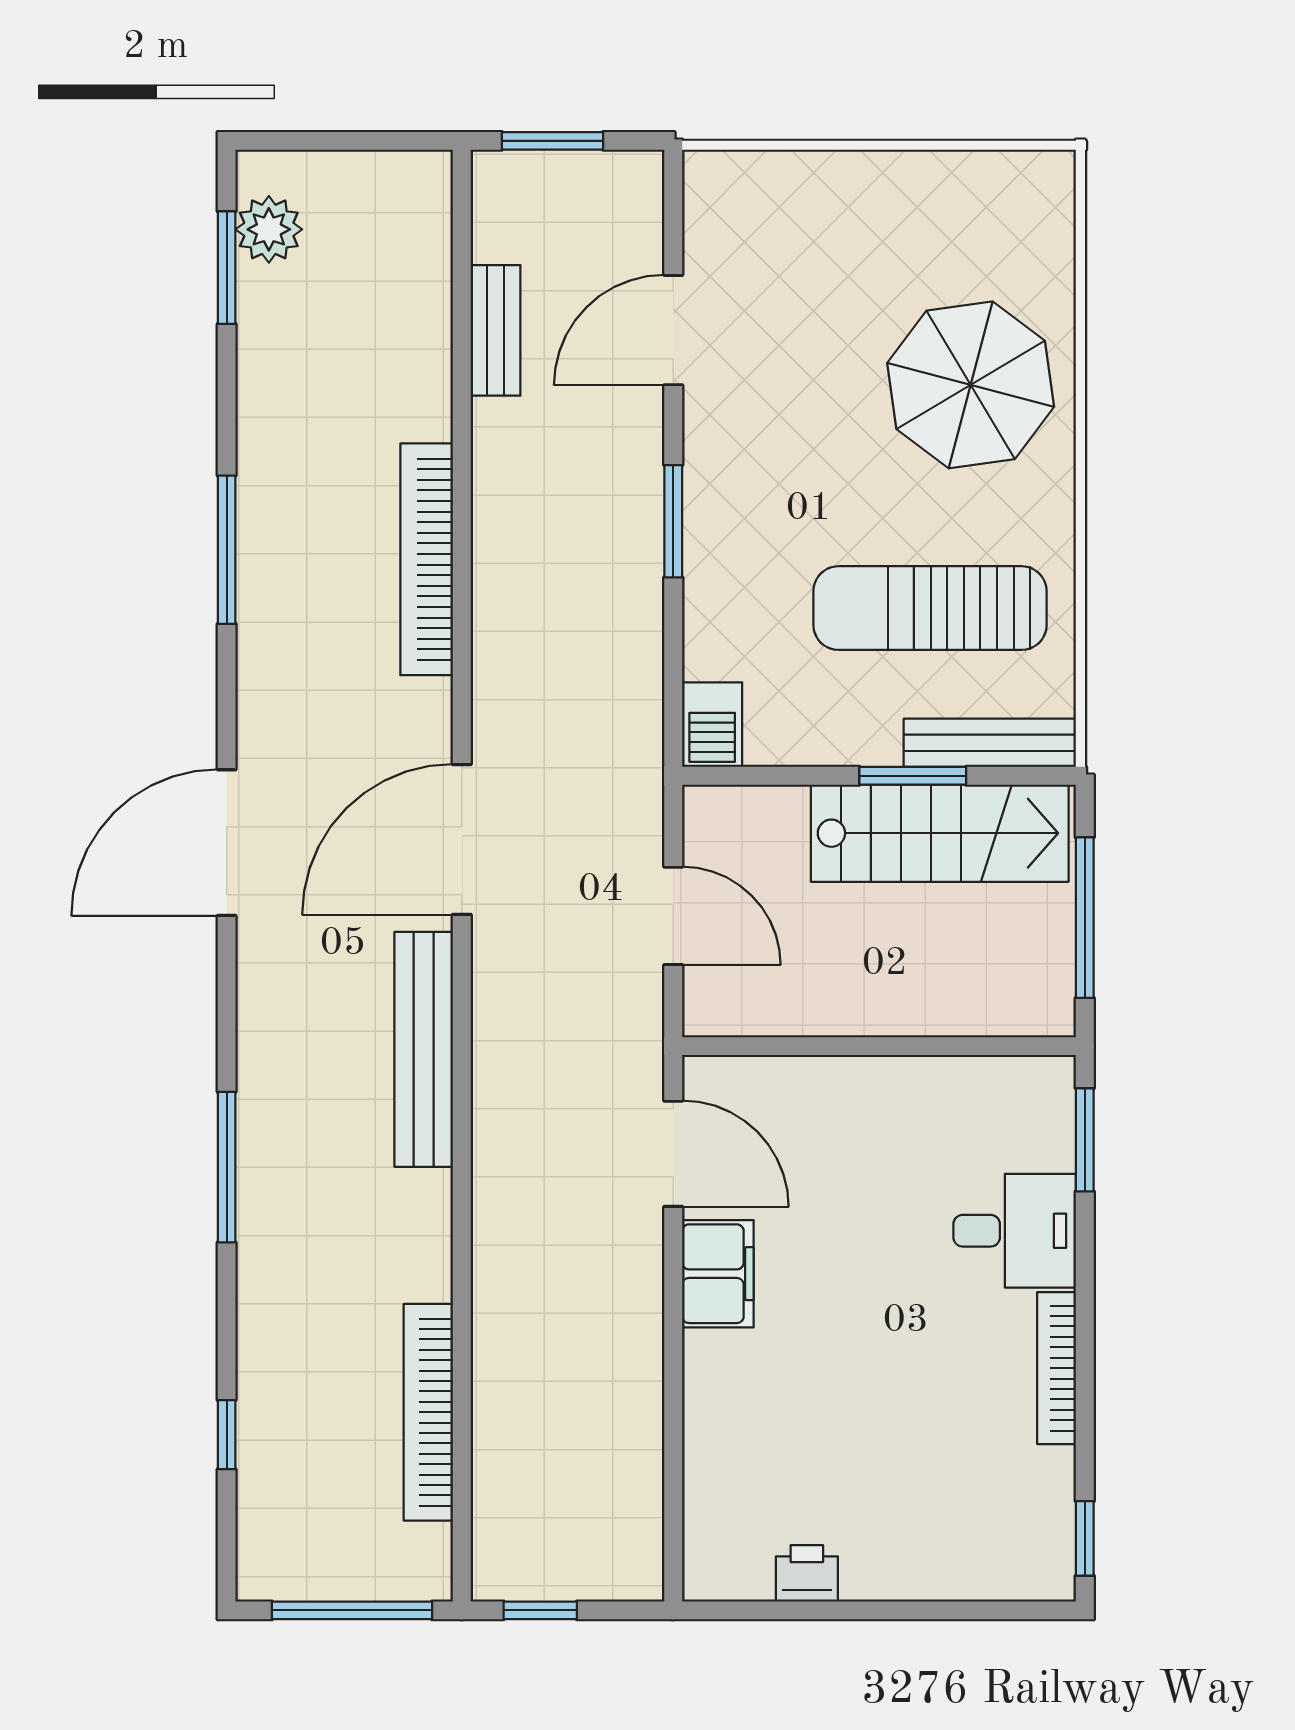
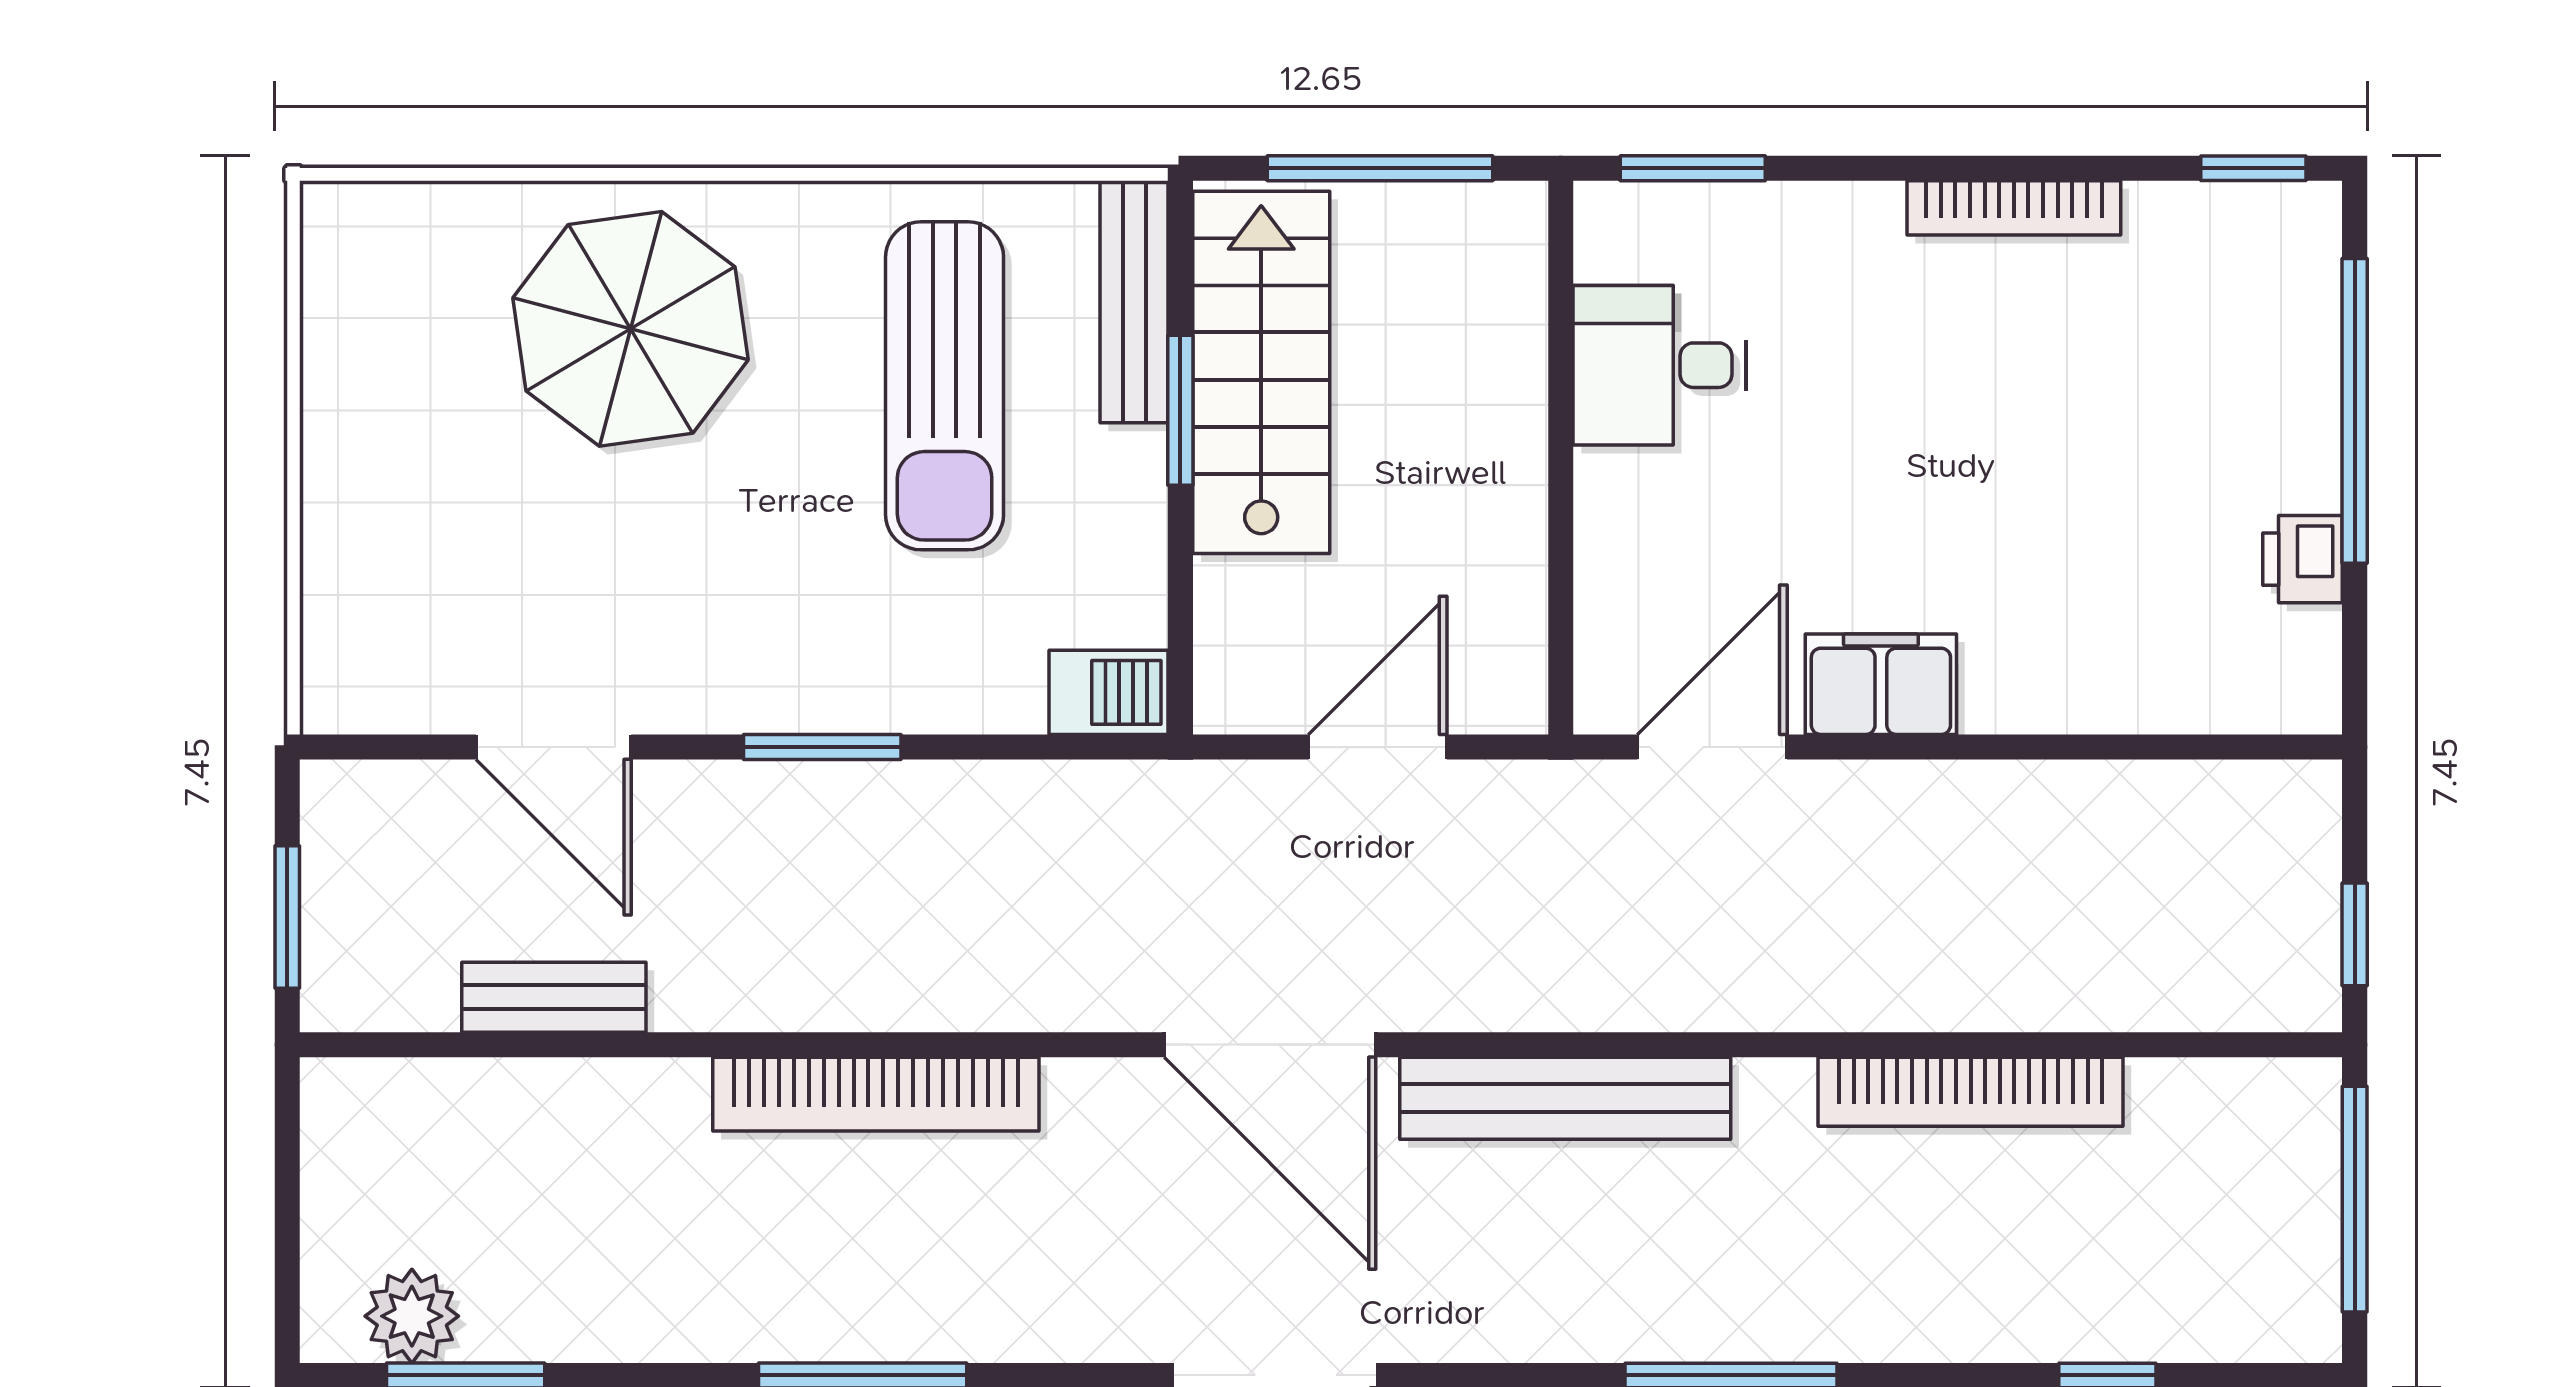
desk: (1015, 1231) -> (1659, 365), moved, turned -90
bookcase: (428, 1412) -> (1971, 1092), moved
window: (912, 1610) -> (2355, 411), added

